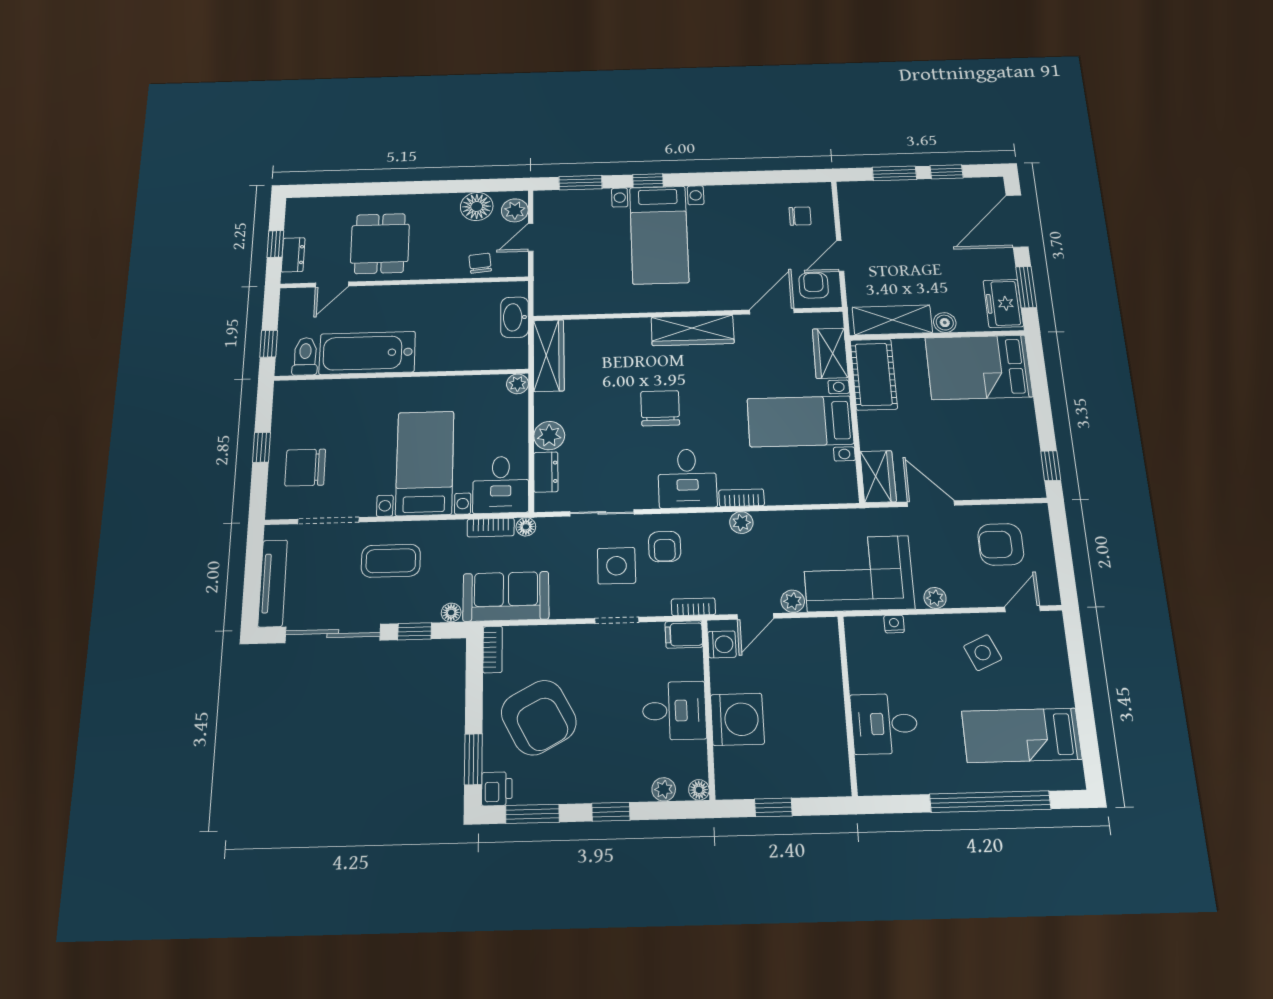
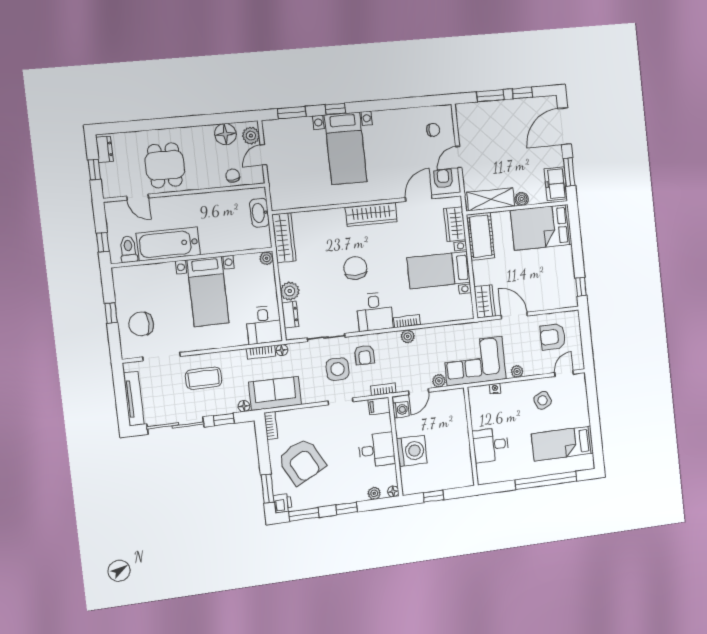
dresser: (293, 255) -> (105, 149), moved
door: (332, 284) -> (138, 197), hinge flipped
bed with nightstands: (425, 463) -> (208, 291), moved, turned 180

